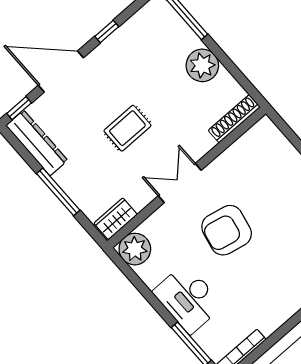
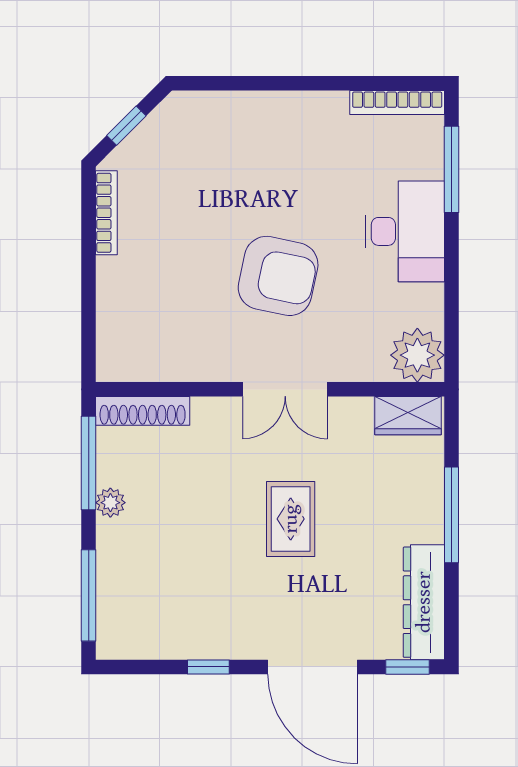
plant: (202, 65) -> (110, 503), width x0.53, depth x0.53
window: (238, 75) -> (89, 463), added
rug: (127, 128) -> (291, 519), turned 90

